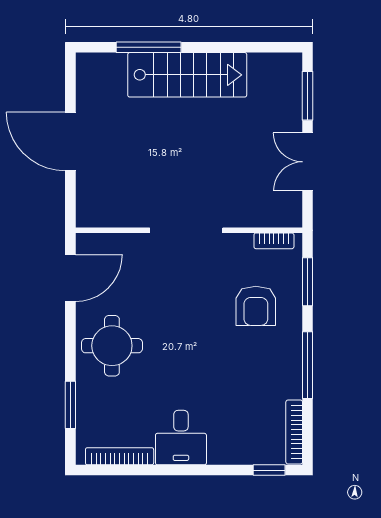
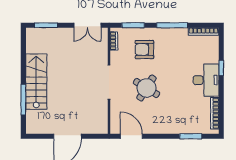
double door: (308, 162) -> (87, 25), moved
armchair: (256, 306) -> (144, 50), turned 180
round table: (112, 346) -> (147, 88), moved, turned 32
desk: (181, 438) -> (206, 80), width x1.37
window: (269, 470) -> (221, 68), moved

